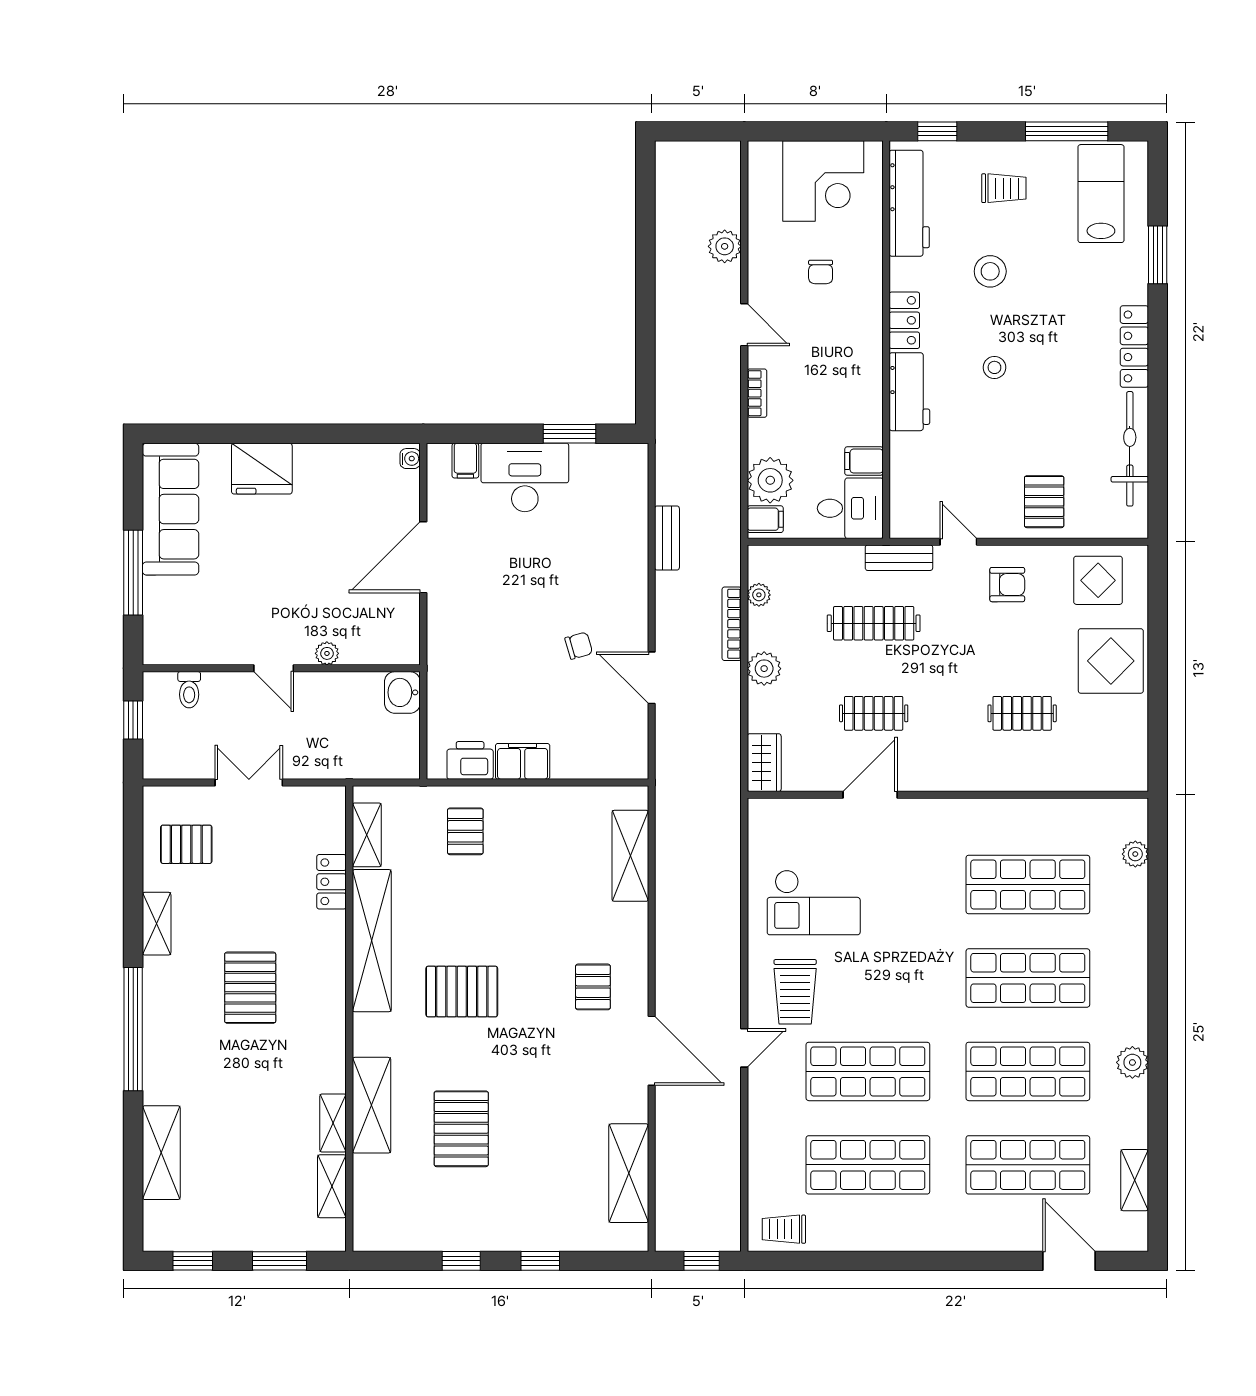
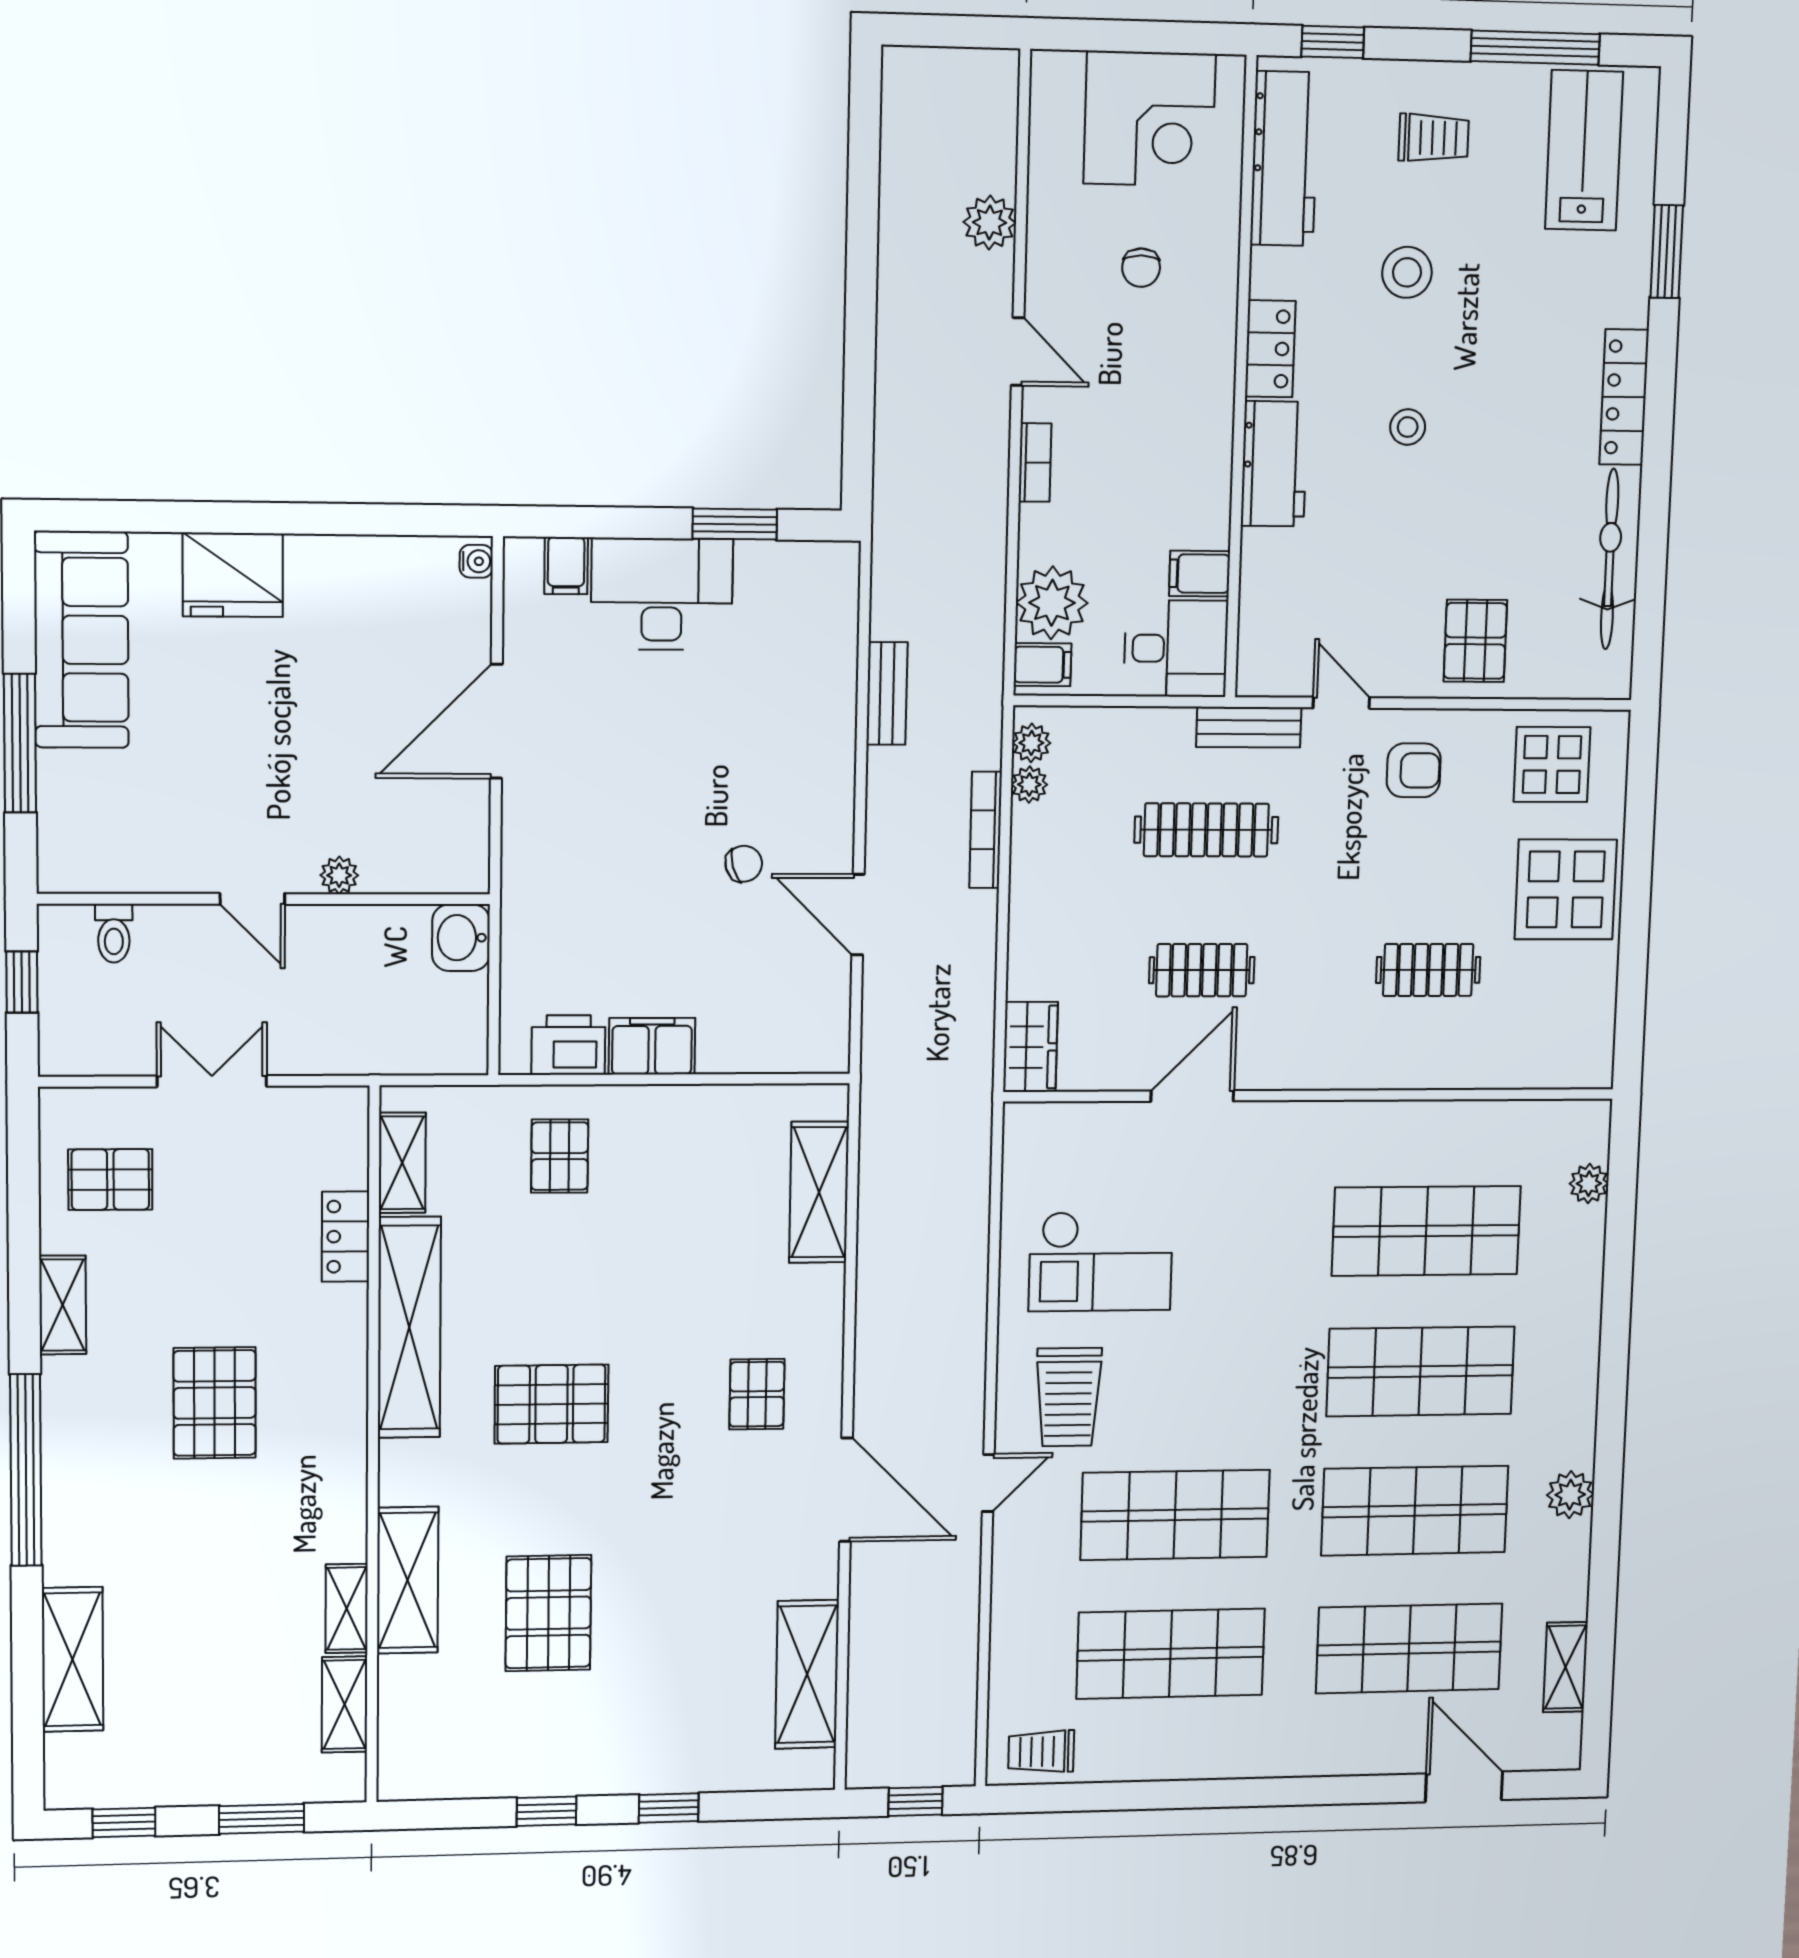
plant: (764, 669) -> (1031, 743), moved, width x0.73, depth x0.73

